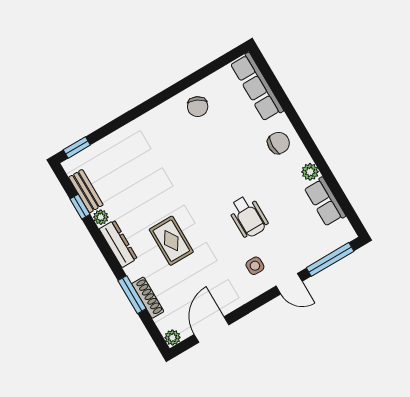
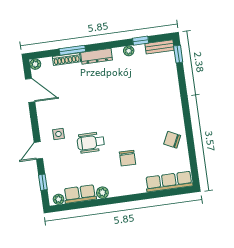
chair: (278, 143) -> (128, 158), moved
bench: (86, 191) -> (160, 47), moved
plant: (344, 228) -> (59, 199), added
rug: (171, 241) -> (96, 88), removed
dresser: (118, 244) -> (96, 56), moved
window: (330, 259) -> (43, 182), width x0.46

